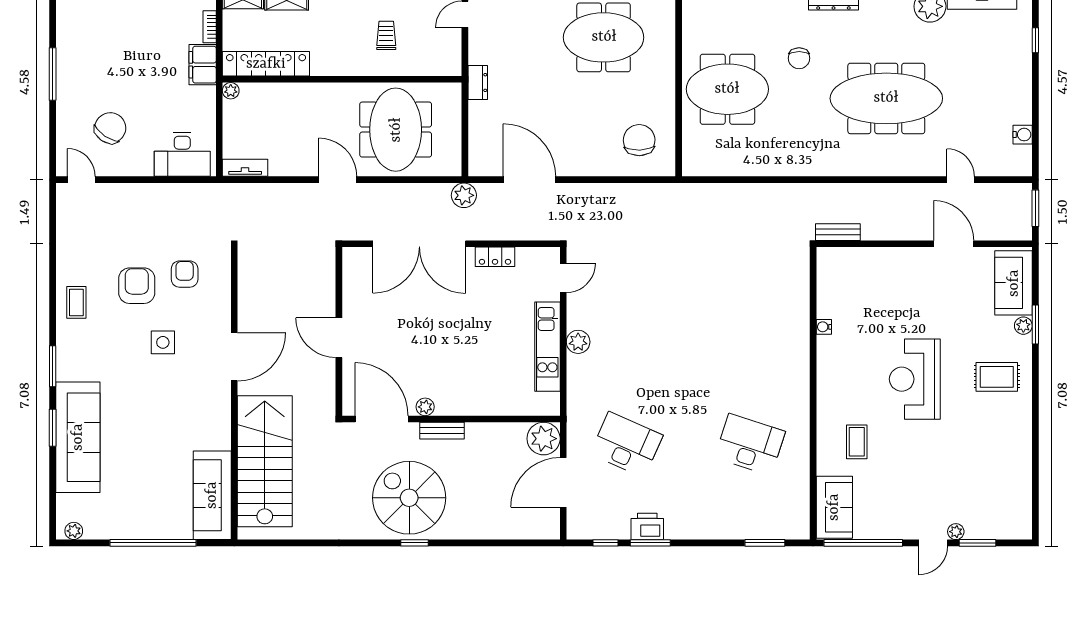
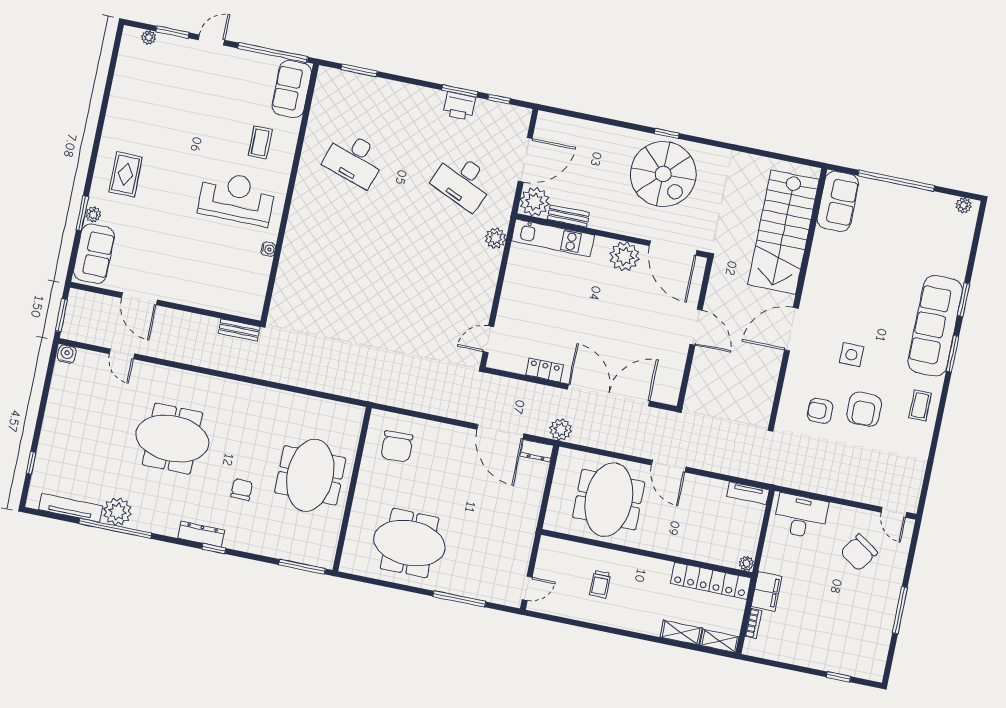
dresser: (478, 83) -> (537, 451), moved, turned -90
meeting table: (727, 89) -> (310, 475), turned 90
meeting table: (886, 98) -> (172, 439), width x0.73
water cooler: (1023, 135) -> (67, 354), moved, turned 90
armchair: (185, 274) -> (820, 411), turned 90
plant: (578, 342) -> (495, 238), moved
kitchen unit: (547, 347) -> (553, 238), moved, turned 90
rug: (997, 377) -> (126, 174), turned 90
reception desk: (915, 379) -> (237, 198), moved, turned -90
plant: (425, 407) -> (625, 256), width x1.88, depth x1.88
bench: (442, 431) -> (569, 216), moved
sofa: (78, 437) -> (935, 326), moved
sofa: (212, 495) -> (838, 201), width x0.73
plant: (956, 532) -> (149, 37), moved

